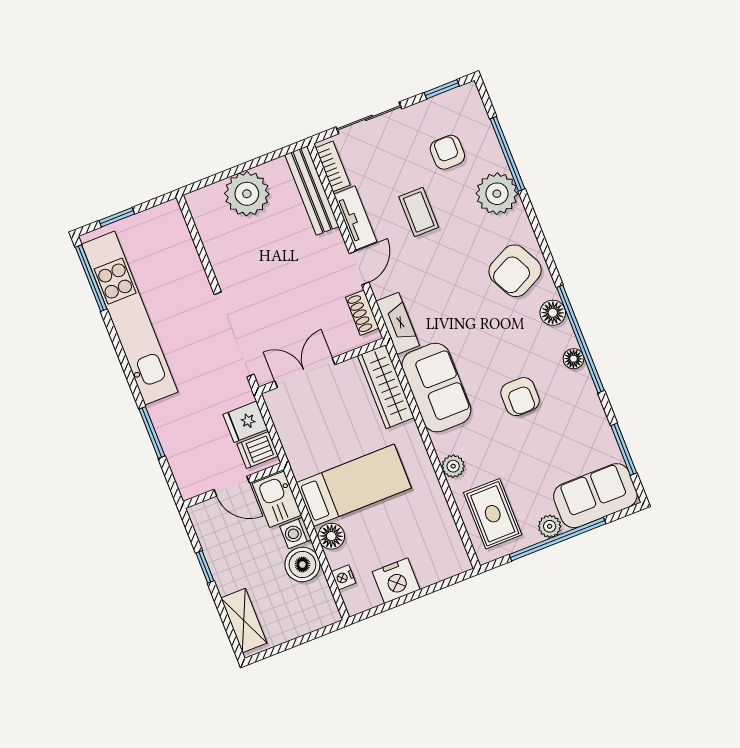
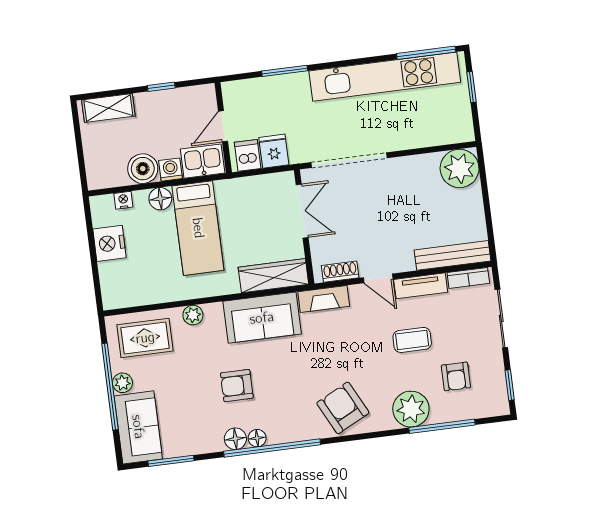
armchair: (447, 152) -> (456, 376), turned 90
plant: (247, 194) -> (460, 168), moved
floor lamp: (553, 313) -> (235, 439), moved

